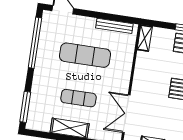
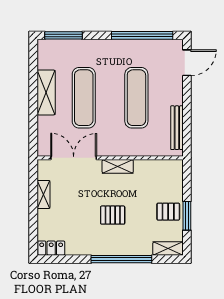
shelving: (145, 38) -> (118, 166), moved
exercise mat: (79, 98) -> (84, 98), width x1.36, depth x1.45

